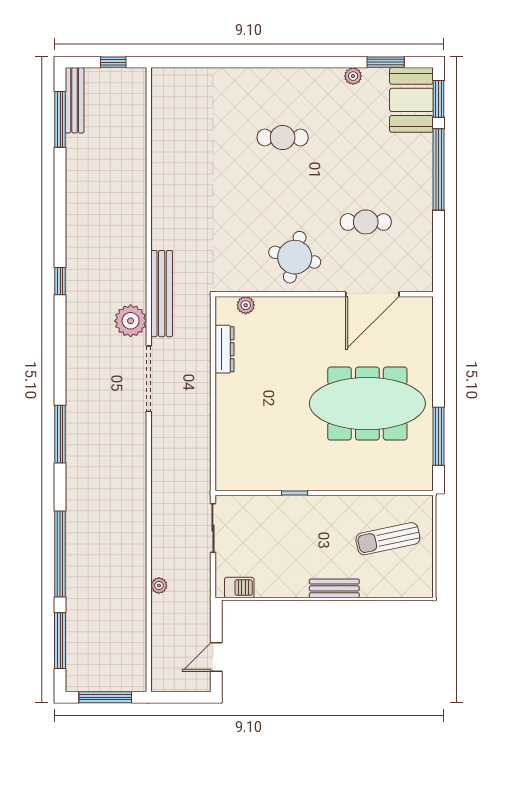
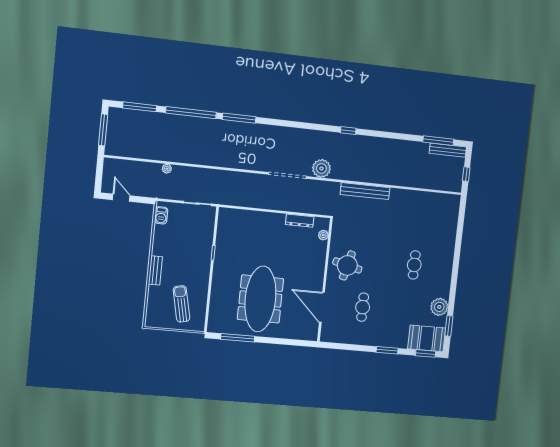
plant: (353, 76) -> (439, 307), width x1.88, depth x1.88
window: (439, 169) -> (387, 350), width x0.47
bench: (162, 294) -> (365, 191), moved
window: (60, 434) -> (239, 118), moved

